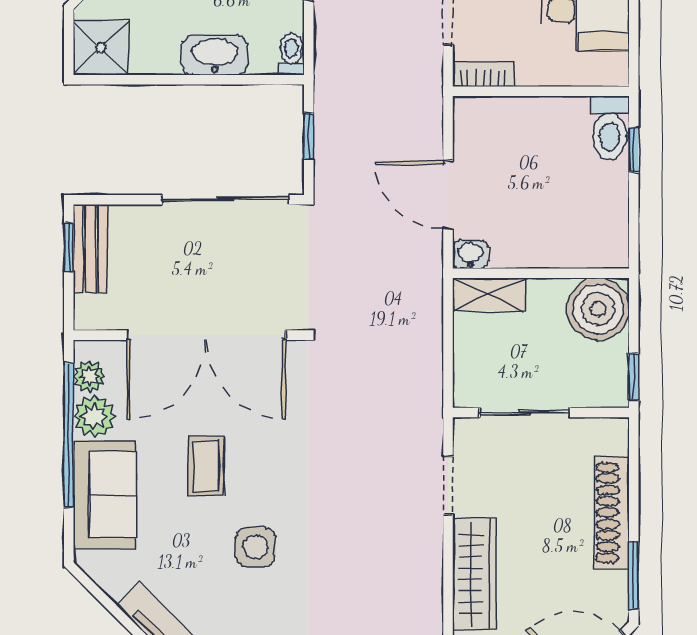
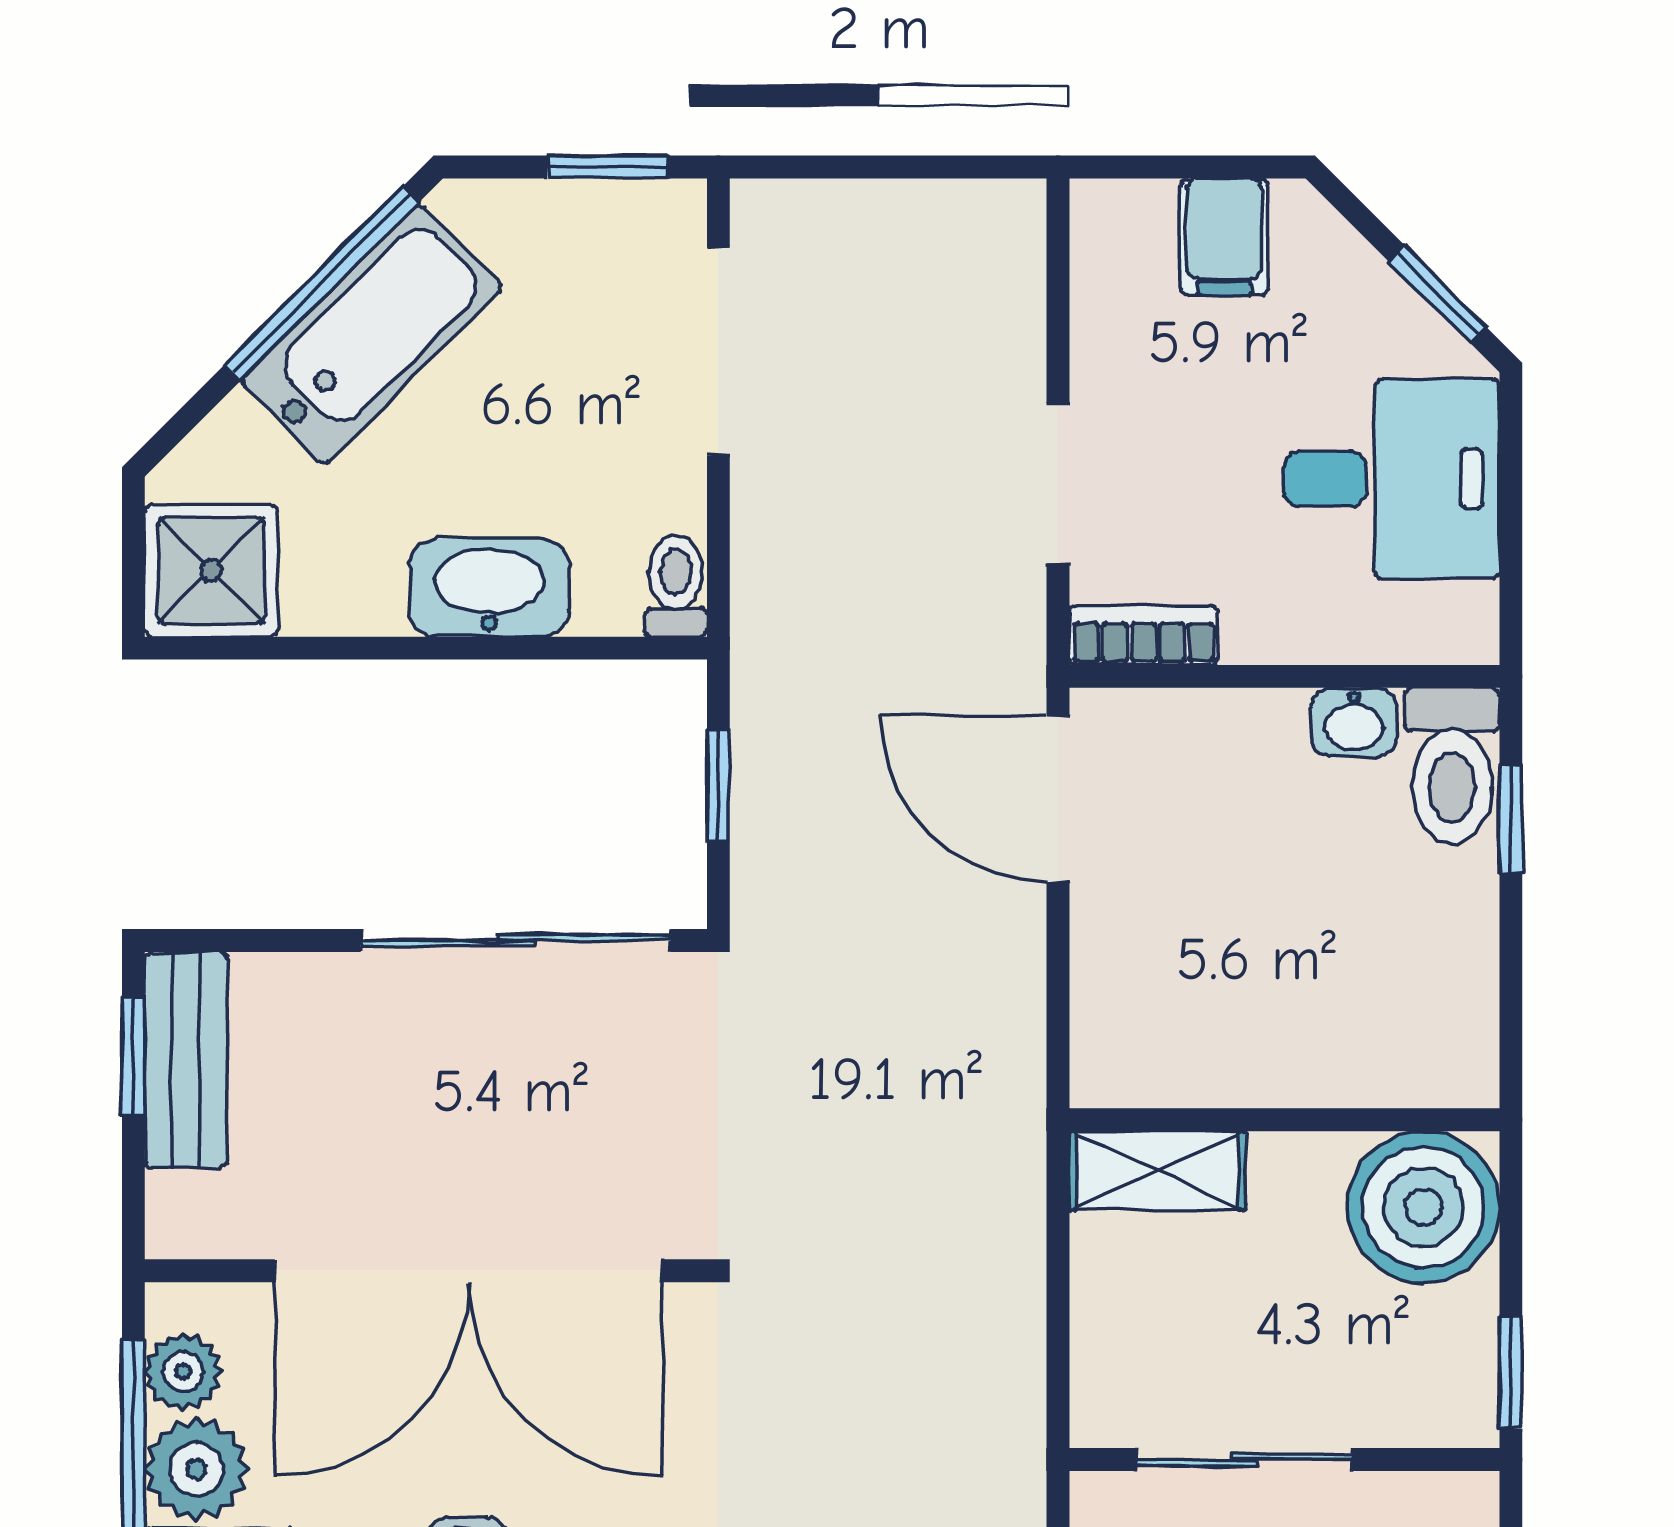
door: (448, 195) -> (1058, 799), moved
washbasin: (470, 254) -> (1354, 722), moved, turned 180

